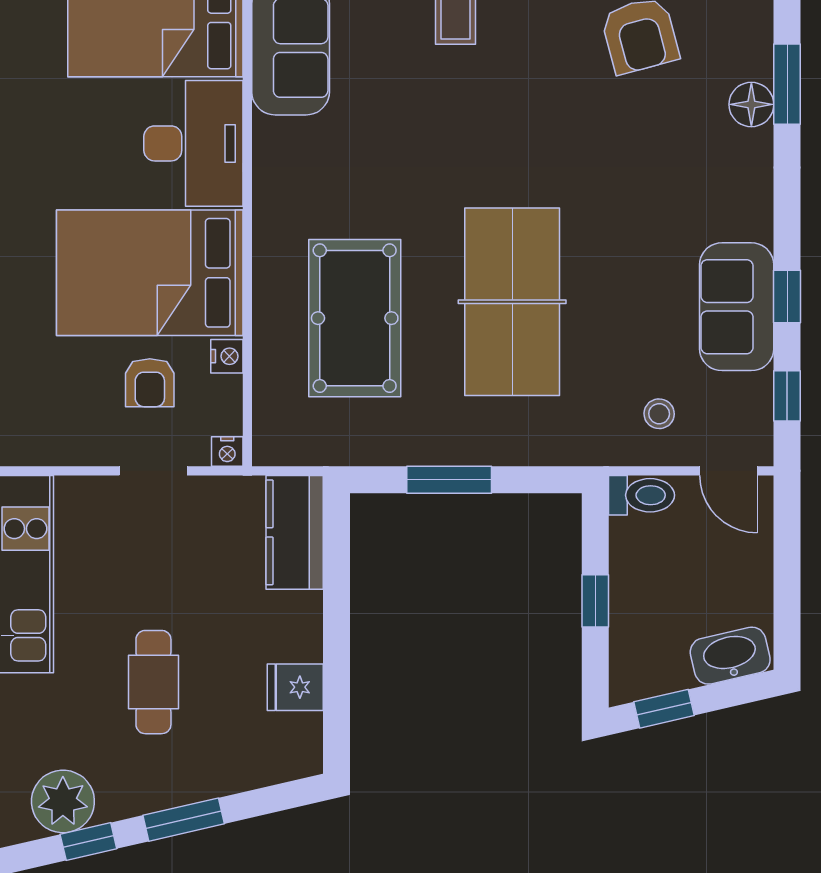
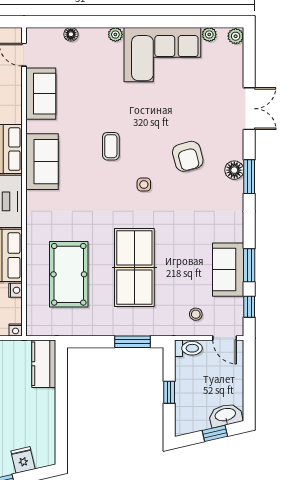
side table: (535, 103) -> (144, 184), added
floor lamp: (751, 104) -> (234, 170), moved
window: (787, 296) -> (249, 265), width x1.50
window: (449, 480) -> (132, 342), moved
fridge: (295, 687) -> (23, 460), moved, turned 77
window: (664, 709) -> (215, 433), moved

